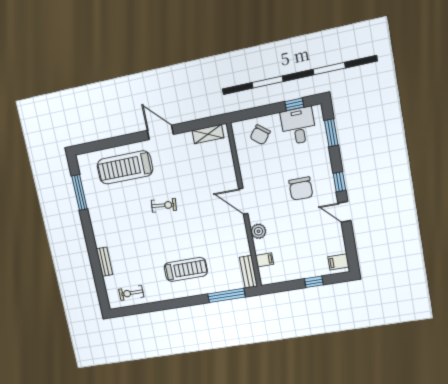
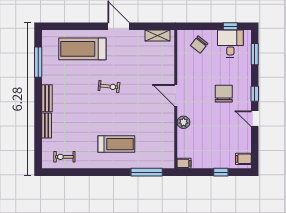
chair: (301, 189) -> (224, 94), turned 180
filing cabinet: (264, 260) -> (184, 163), moved
bench: (249, 272) -> (47, 98), moved

